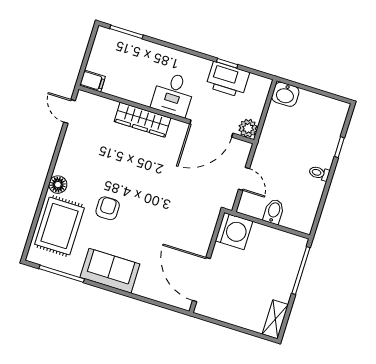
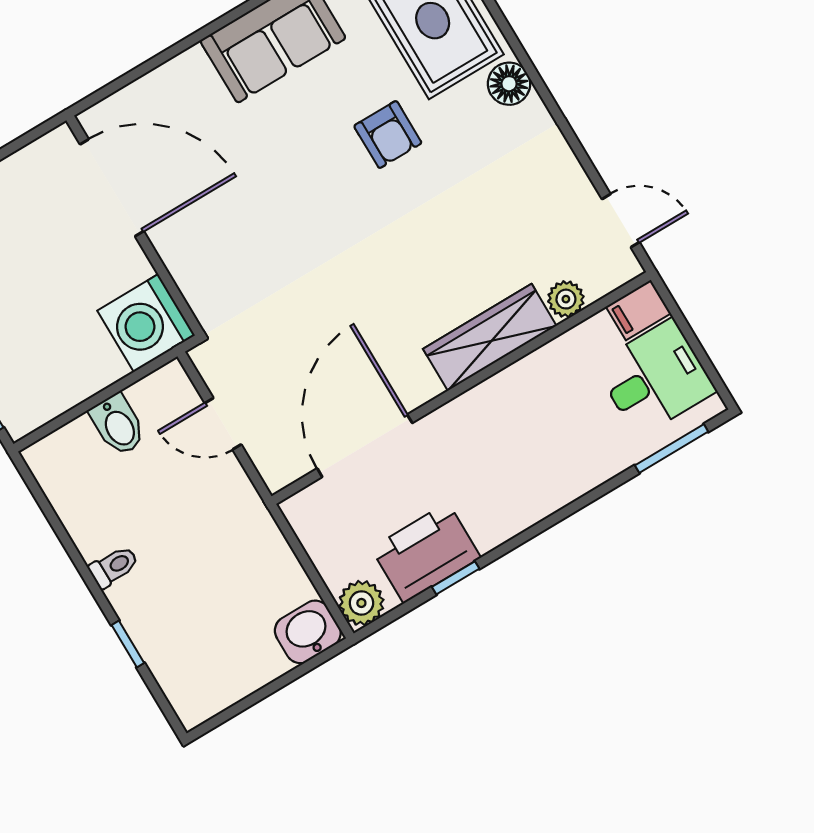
desk: (173, 94) -> (655, 378), moved, turned 90
plant: (109, 107) -> (566, 299), added
plant: (248, 128) -> (361, 603), moved

